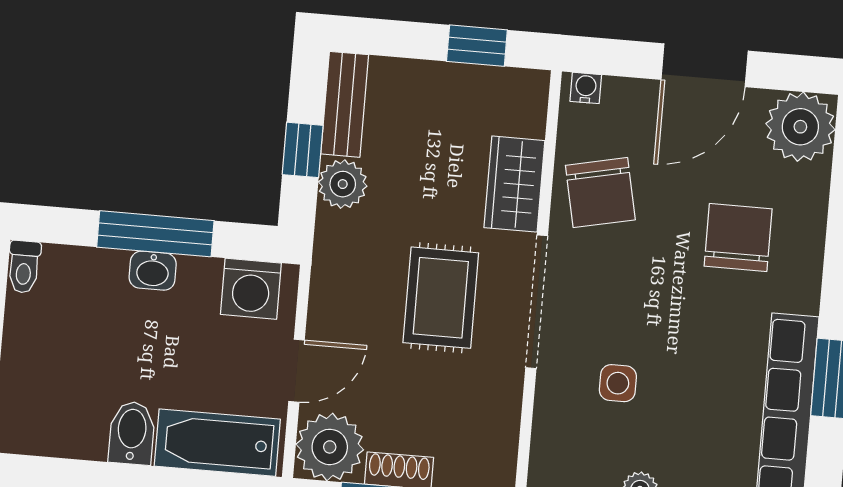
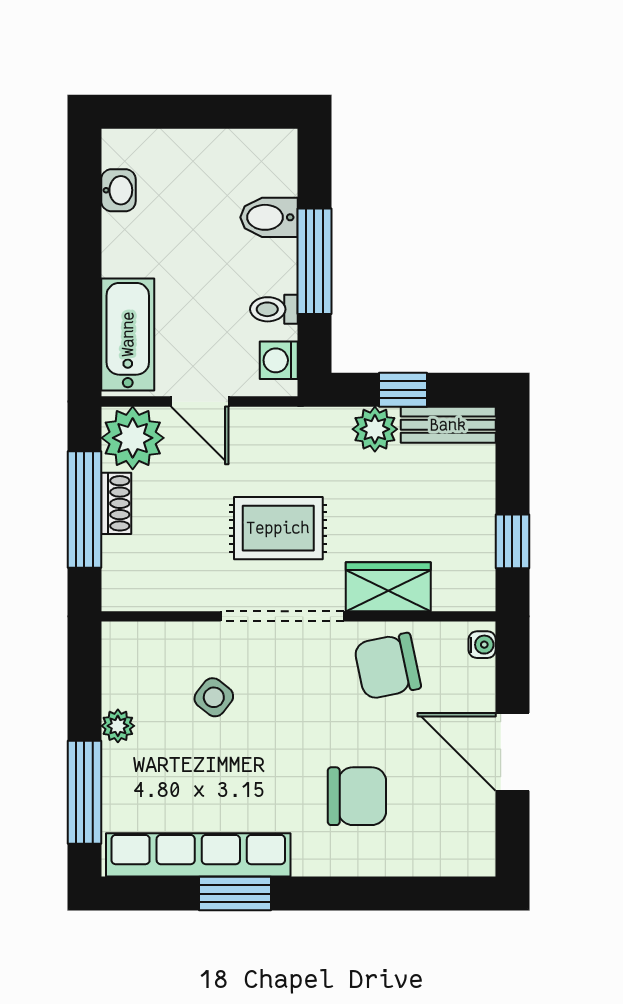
plant: (800, 127) -> (463, 845), removed
toilet: (24, 267) -> (274, 309), moved
washbasin: (153, 271) -> (118, 190), moved, turned 180
washing machine: (251, 289) -> (279, 360), width x0.73, depth x0.73
side table: (618, 383) -> (214, 697), turned 38
bidet: (132, 433) -> (269, 217), moved, turned 180

